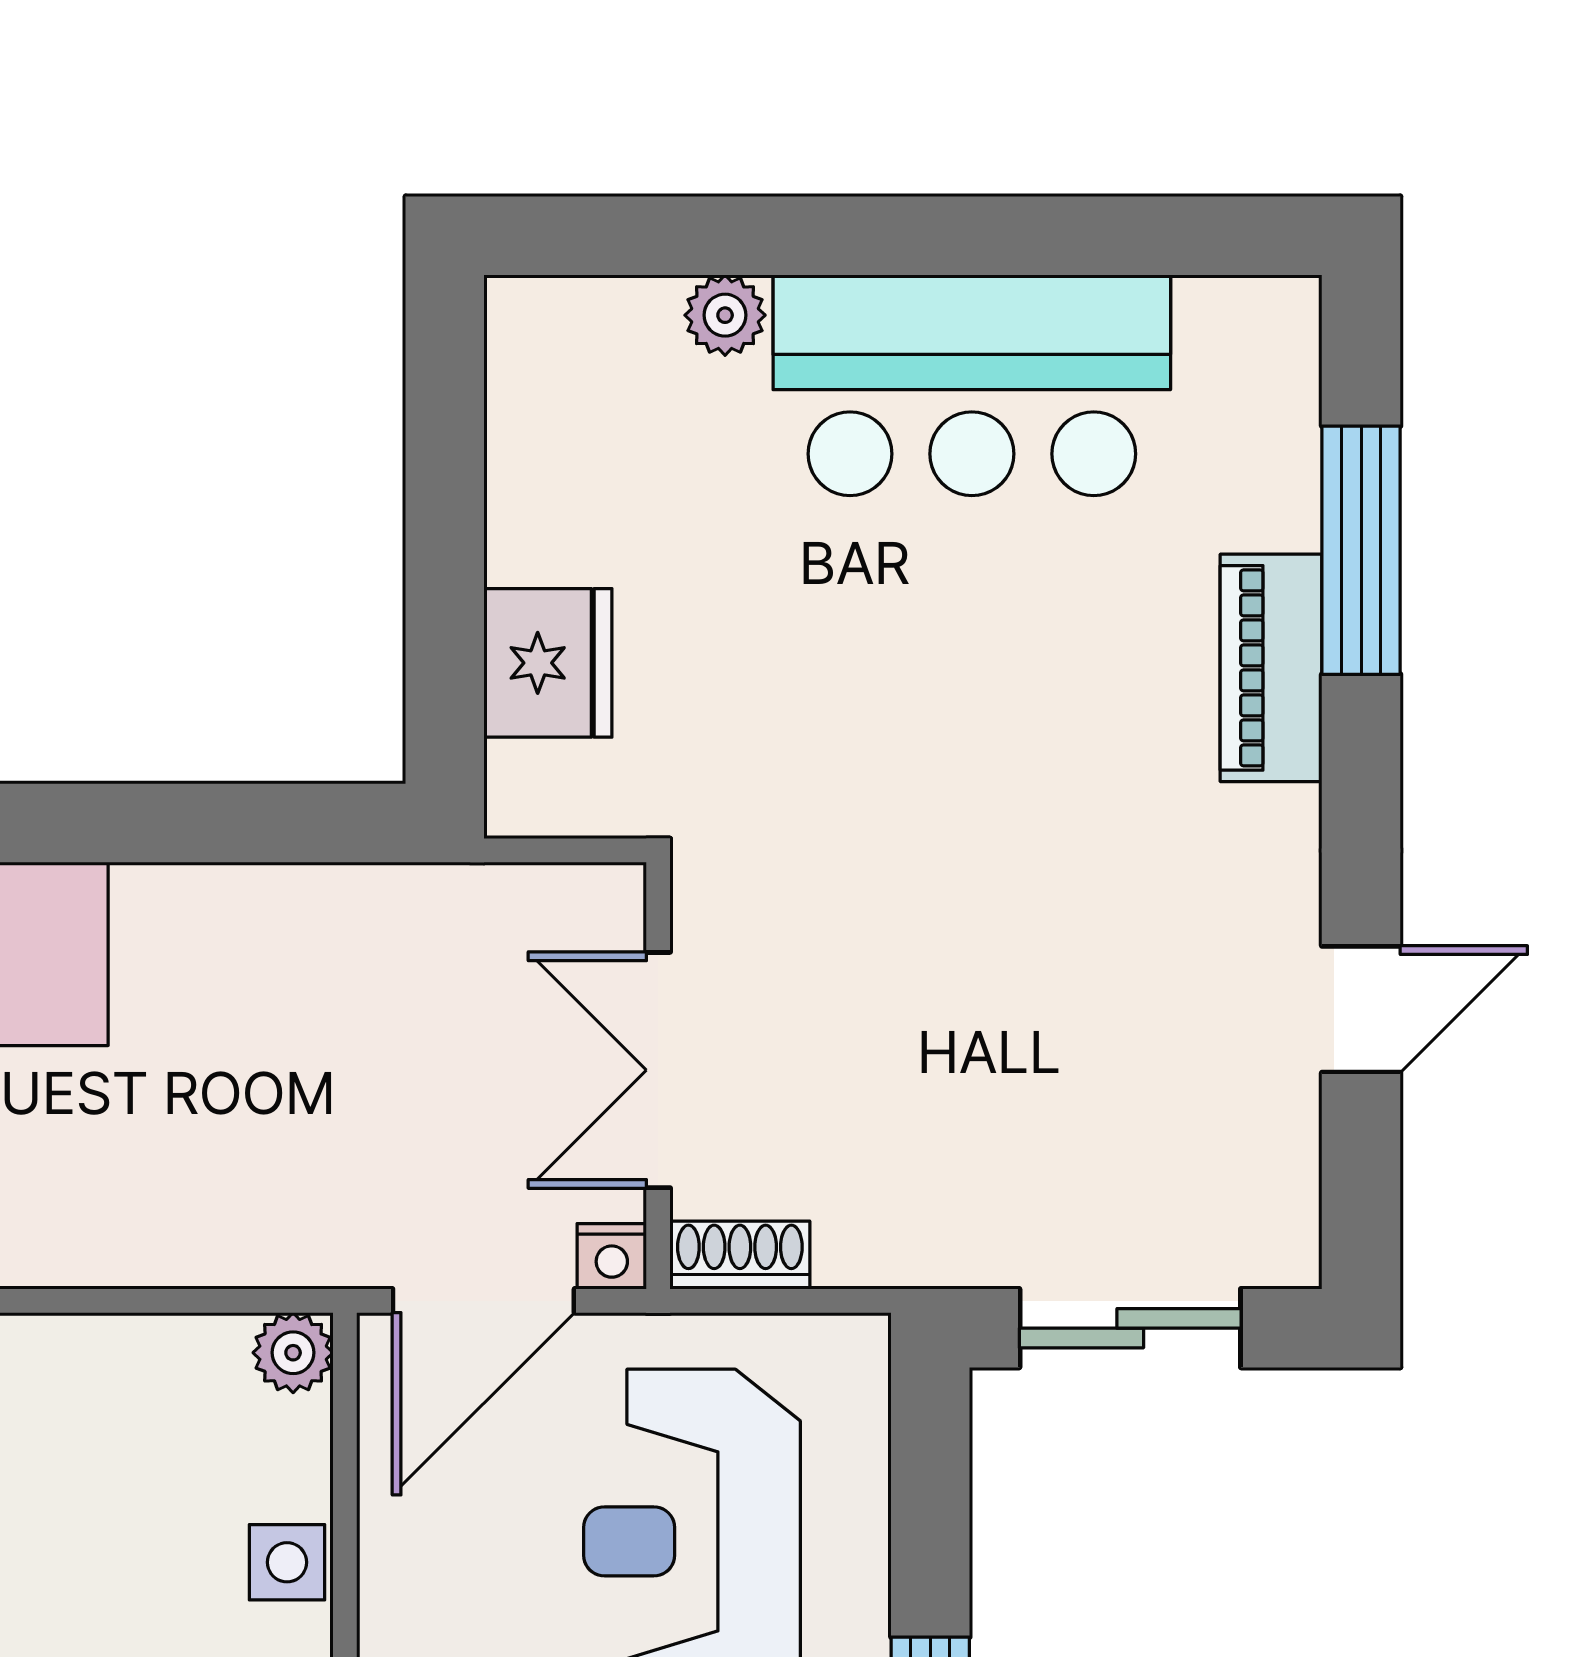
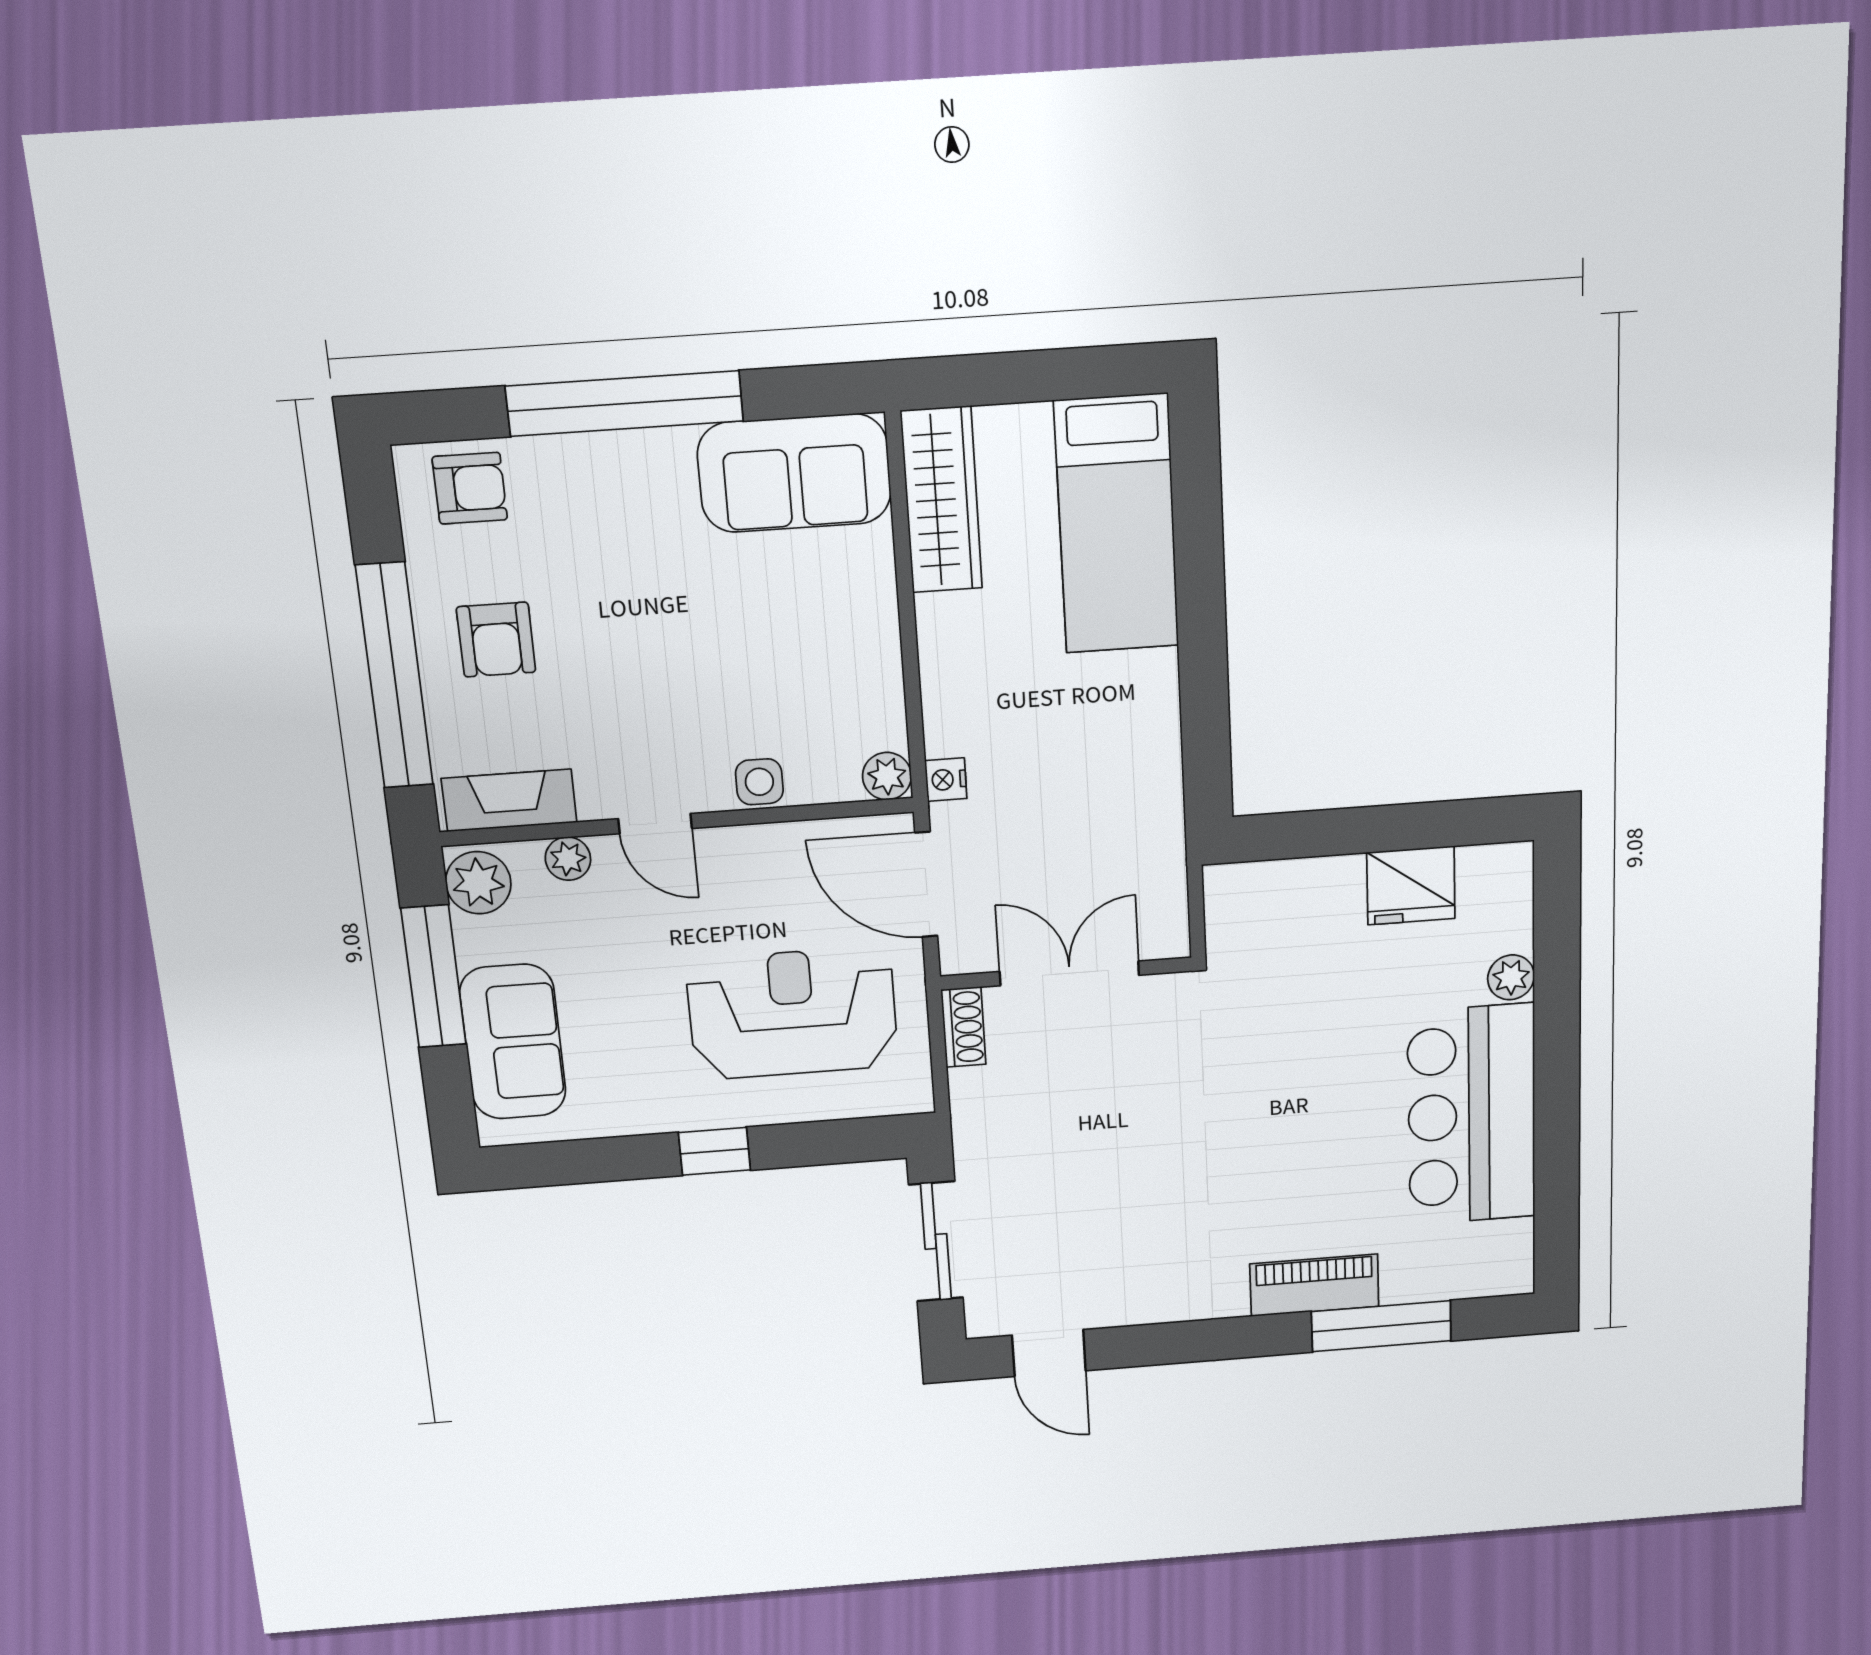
fridge: (548, 663) -> (1411, 886), moved
door: (1361, 1009) -> (1049, 1353), moved
nightstand: (612, 1256) -> (946, 780), moved

